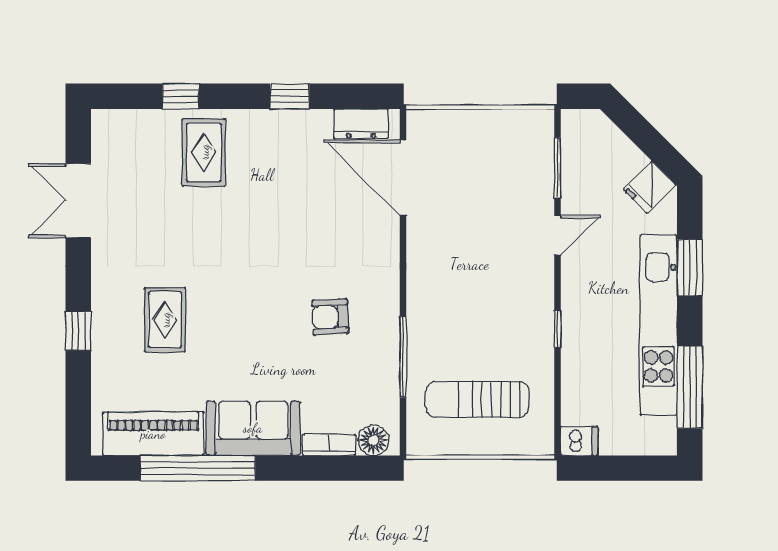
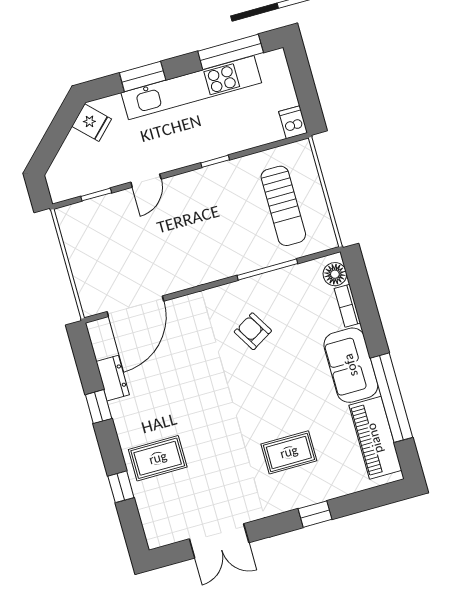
dresser: (361, 124) -> (113, 378), moved
window: (557, 168) -> (96, 195), width x0.67
door: (557, 235) -> (146, 181), swing flipped
armchair: (330, 317) -> (253, 331), turned 152

